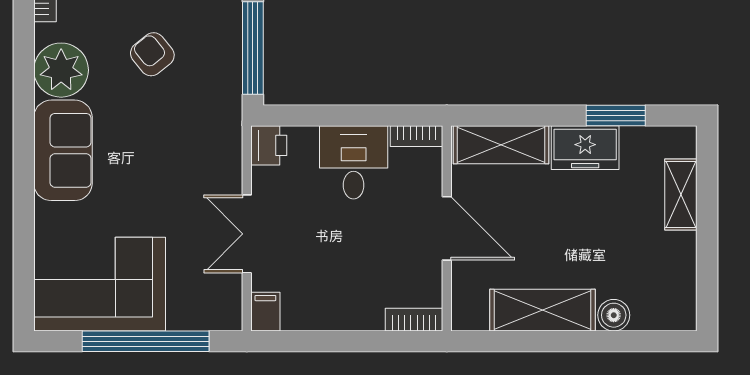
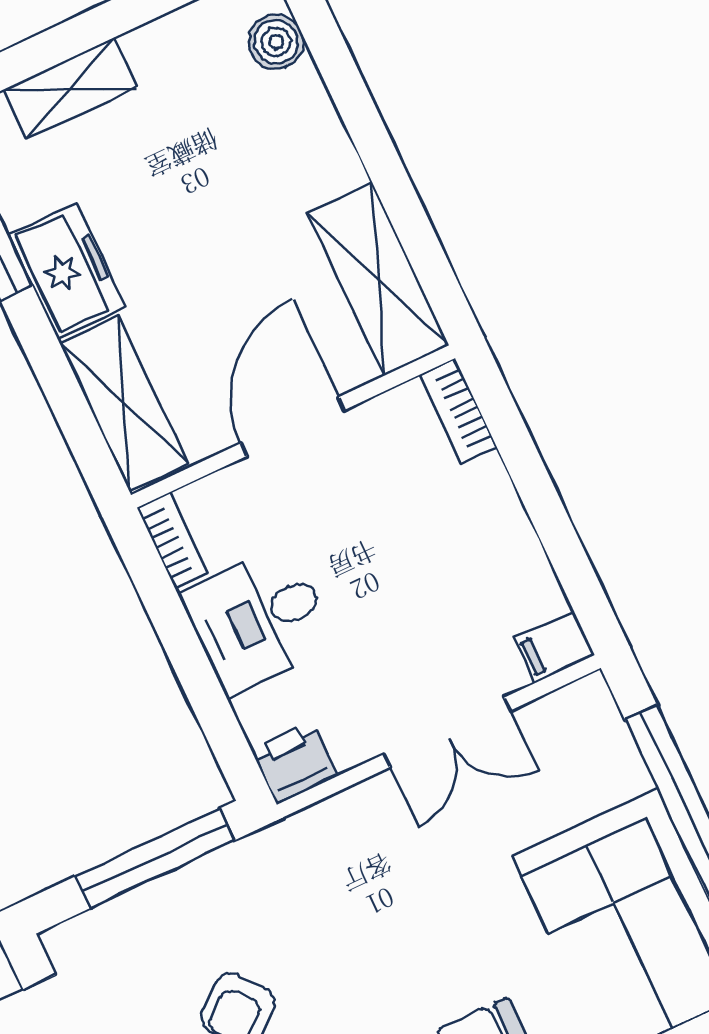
shelving: (543, 310) -> (378, 279), moved
boiler: (614, 315) -> (276, 42), moved

